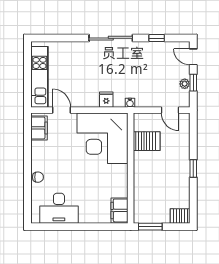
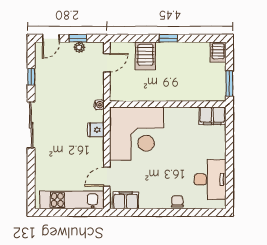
server rack: (147, 141) -> (145, 56), moved, turned 180

